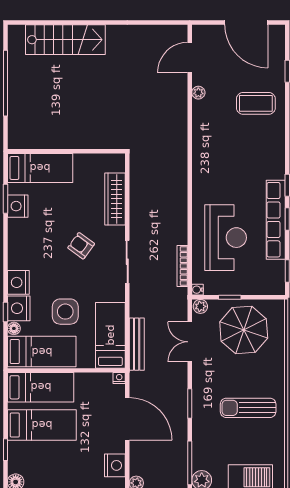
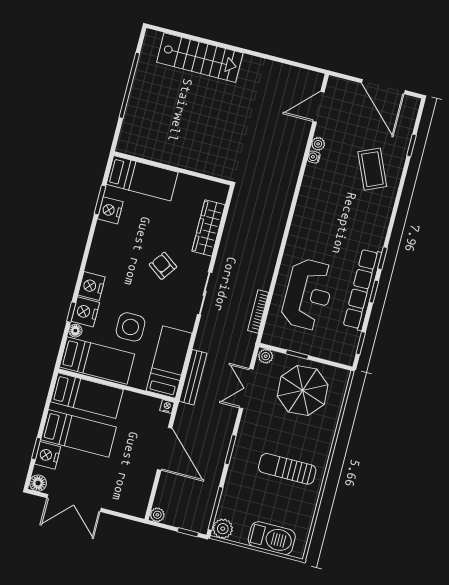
coffee table: (256, 103) -> (372, 169), turned 66
water cooler: (197, 290) -> (314, 157), moved
nightstand: (115, 465) -> (48, 455), moved, turned 180

